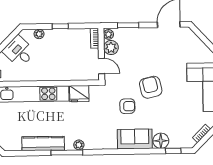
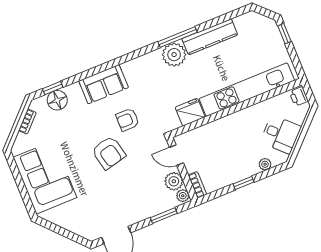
floor lamp: (161, 141) -> (57, 100), moved
plant: (79, 145) -> (174, 55), width x1.88, depth x1.88

